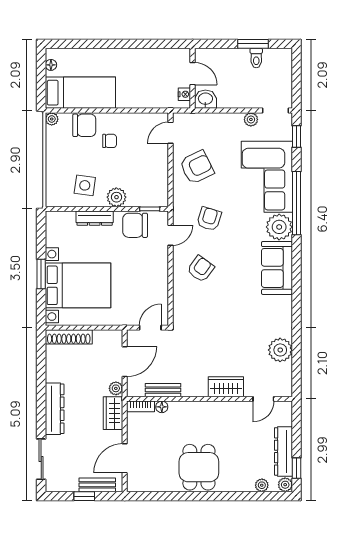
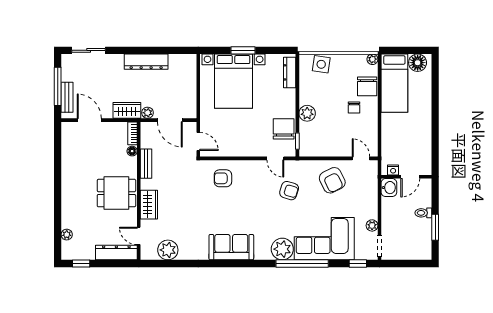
toilet: (256, 58) -> (423, 213), moved
floor lamp: (51, 65) -> (418, 63), width x1.89, depth x1.89
side table: (85, 185) -> (321, 64), moved
dresser: (95, 218) -> (290, 72), moved
sofa: (277, 268) -> (231, 247), moved
armchair: (201, 269) -> (223, 178), moved, turned 144
shoe rack: (69, 337) -> (191, 73), removed
plant: (280, 350) -> (168, 250), moved
bench: (163, 390) -> (146, 164), moved
dresser: (55, 409) -> (146, 62), moved
dresser: (283, 451) -> (116, 253), moved
dining table: (199, 467) -> (116, 193), moved
plant: (285, 485) -> (67, 254), removed
window: (84, 496) -> (58, 86), width x2.17

